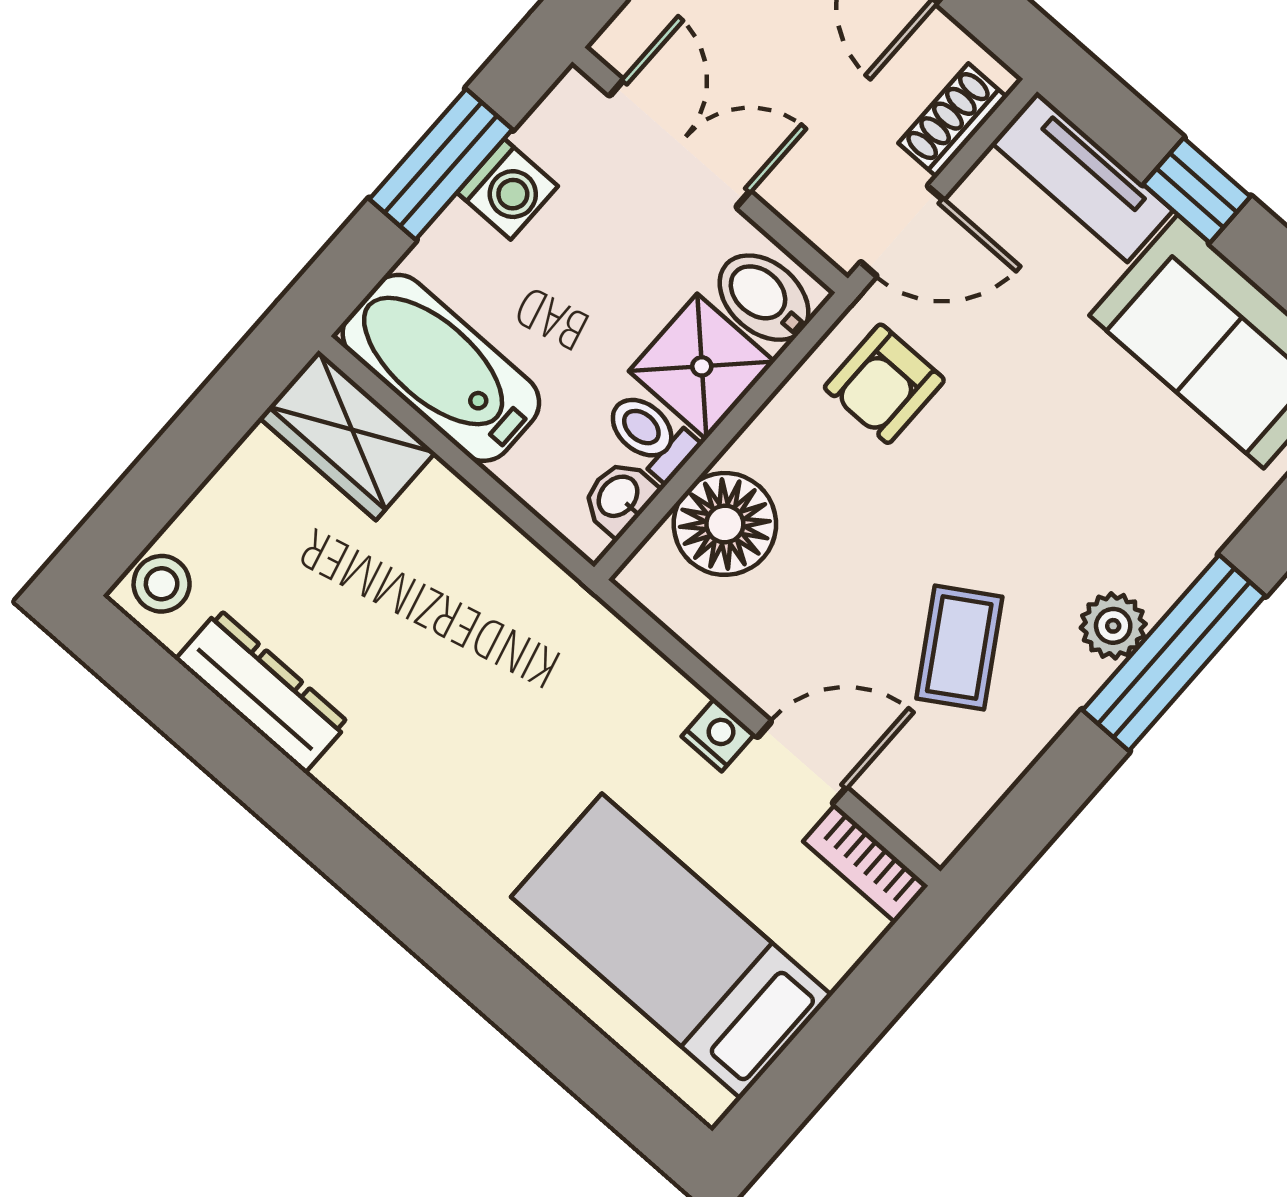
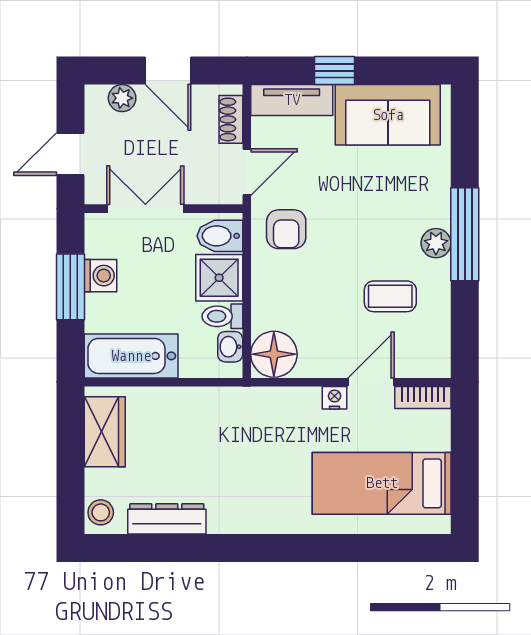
wardrobe: (347, 435) -> (105, 432), moved, turned -90
floor lamp: (725, 524) -> (274, 354), moved
coffee table: (959, 648) -> (390, 296), turned -58

